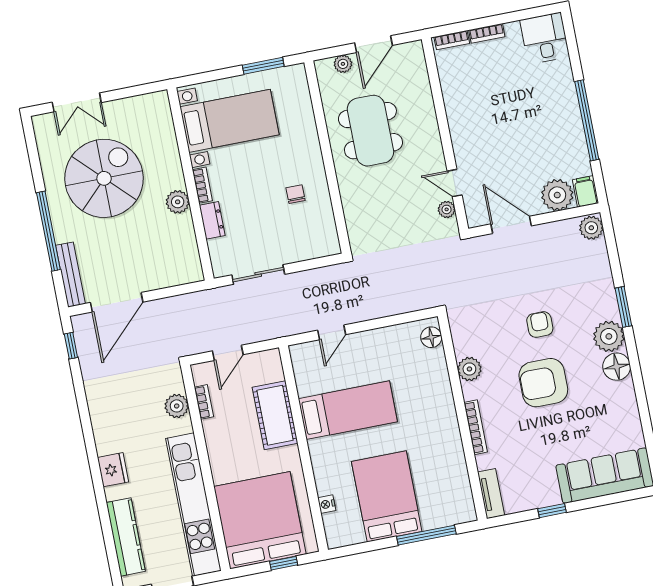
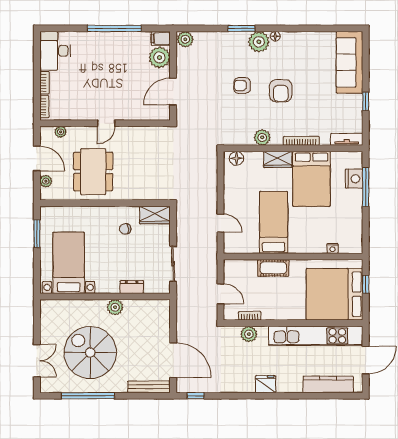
desk: (545, 38) -> (55, 51), width x1.37
dining table: (370, 131) -> (93, 172), turned 90
door: (455, 183) -> (106, 123), moved
bookcase: (202, 185) -> (107, 289), removed
plant: (447, 209) -> (61, 132), moved
window: (48, 231) -> (88, 396), moved
wardrobe: (324, 234) -> (155, 215), added
floor lamp: (617, 367) -> (275, 36), width x0.53, depth x0.53
armchair: (543, 383) -> (281, 91), width x0.73, depth x0.73
wardrobe: (441, 398) -> (278, 159), added
cot: (275, 415) -> (273, 268), width x0.73, depth x0.75
fridge: (113, 470) -> (266, 384), moved
bed: (387, 496) -> (311, 179), moved, turned -90
nightstand: (435, 516) -> (354, 179), added

